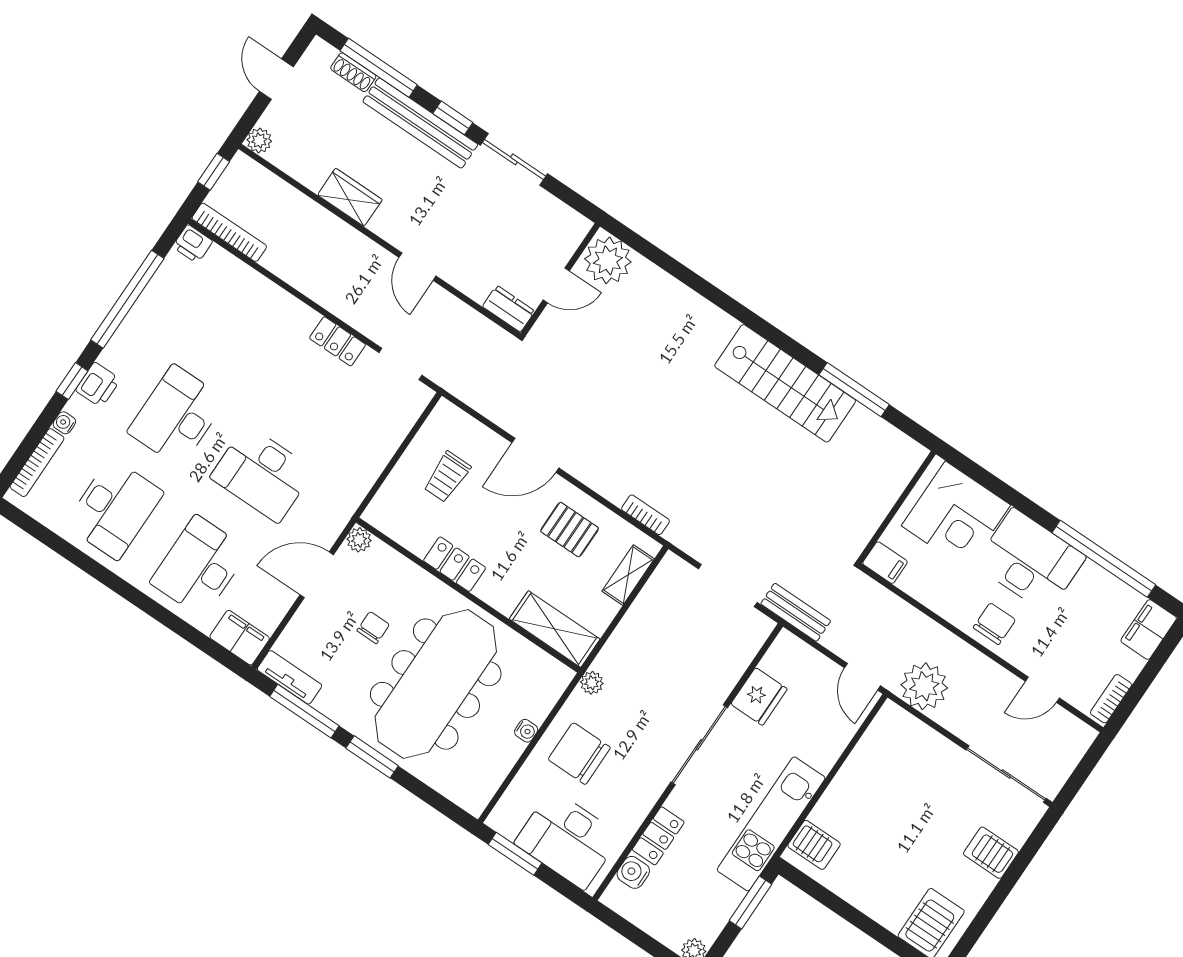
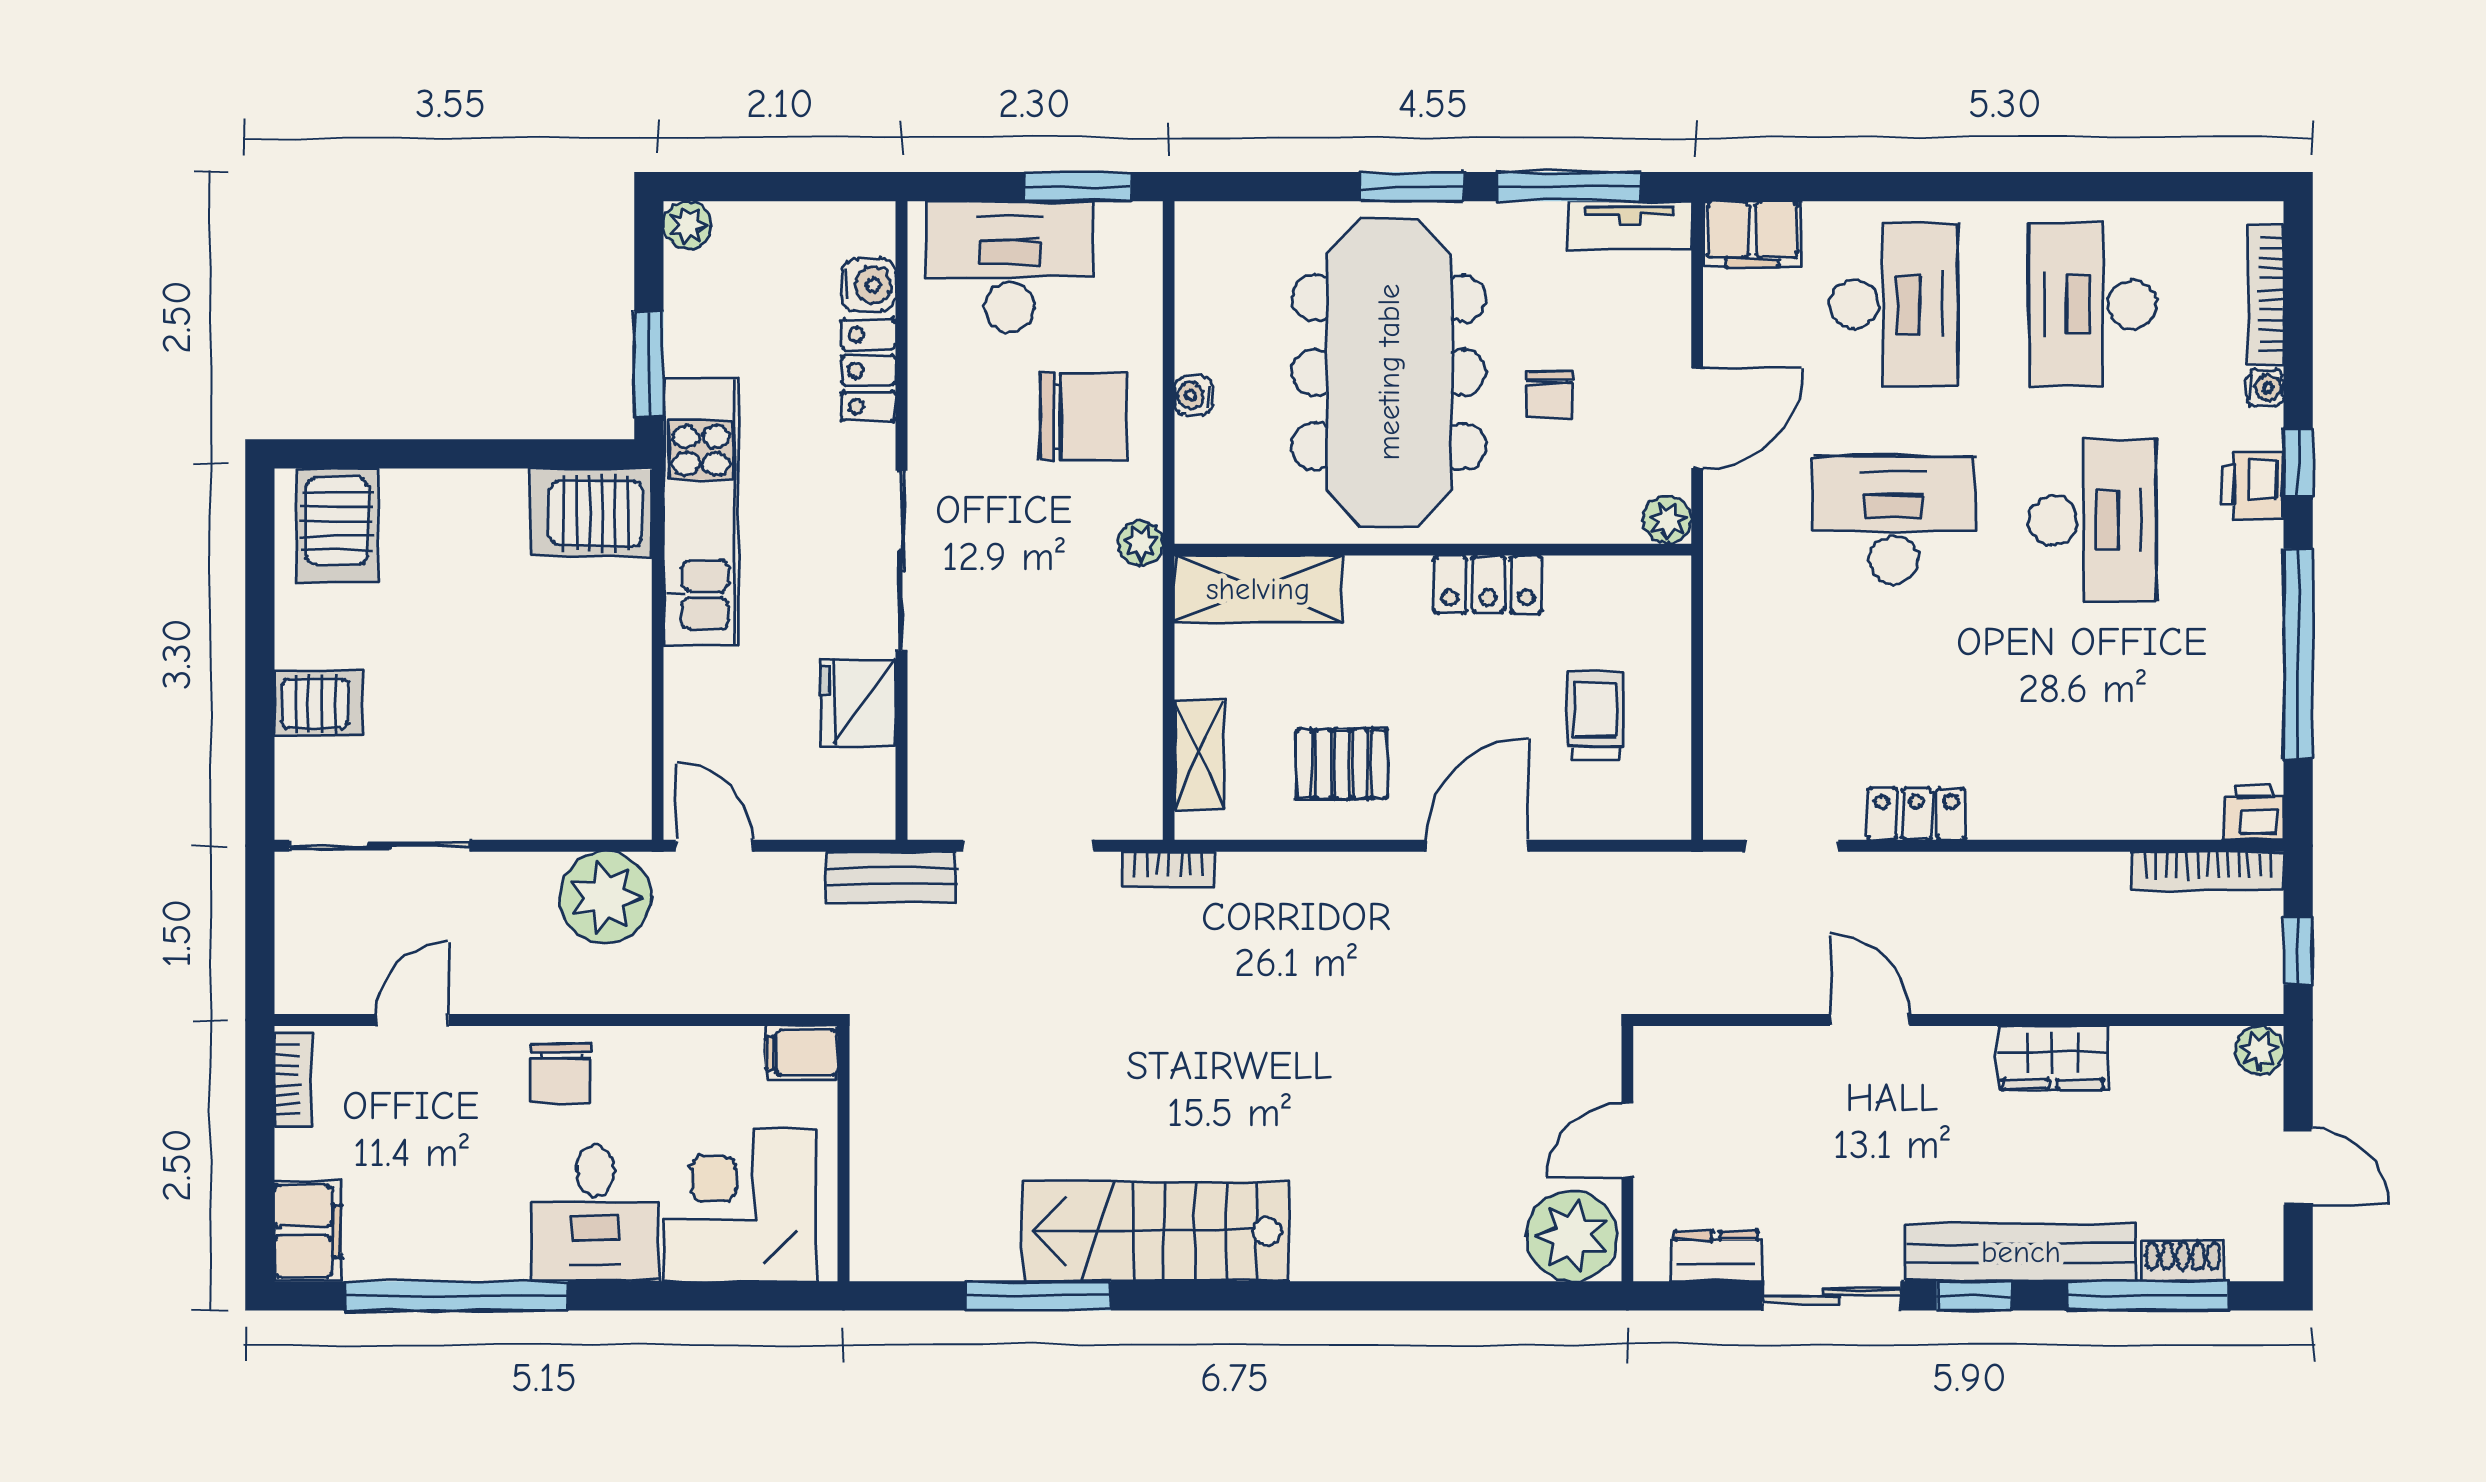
dresser: (509, 309) -> (1716, 1256), moved, turned 180
bookcase: (645, 515) -> (1169, 870), moved
desk: (1030, 561) -> (595, 1213), width x0.73
server rack: (814, 845) -> (591, 513), width x1.36, depth x1.44

